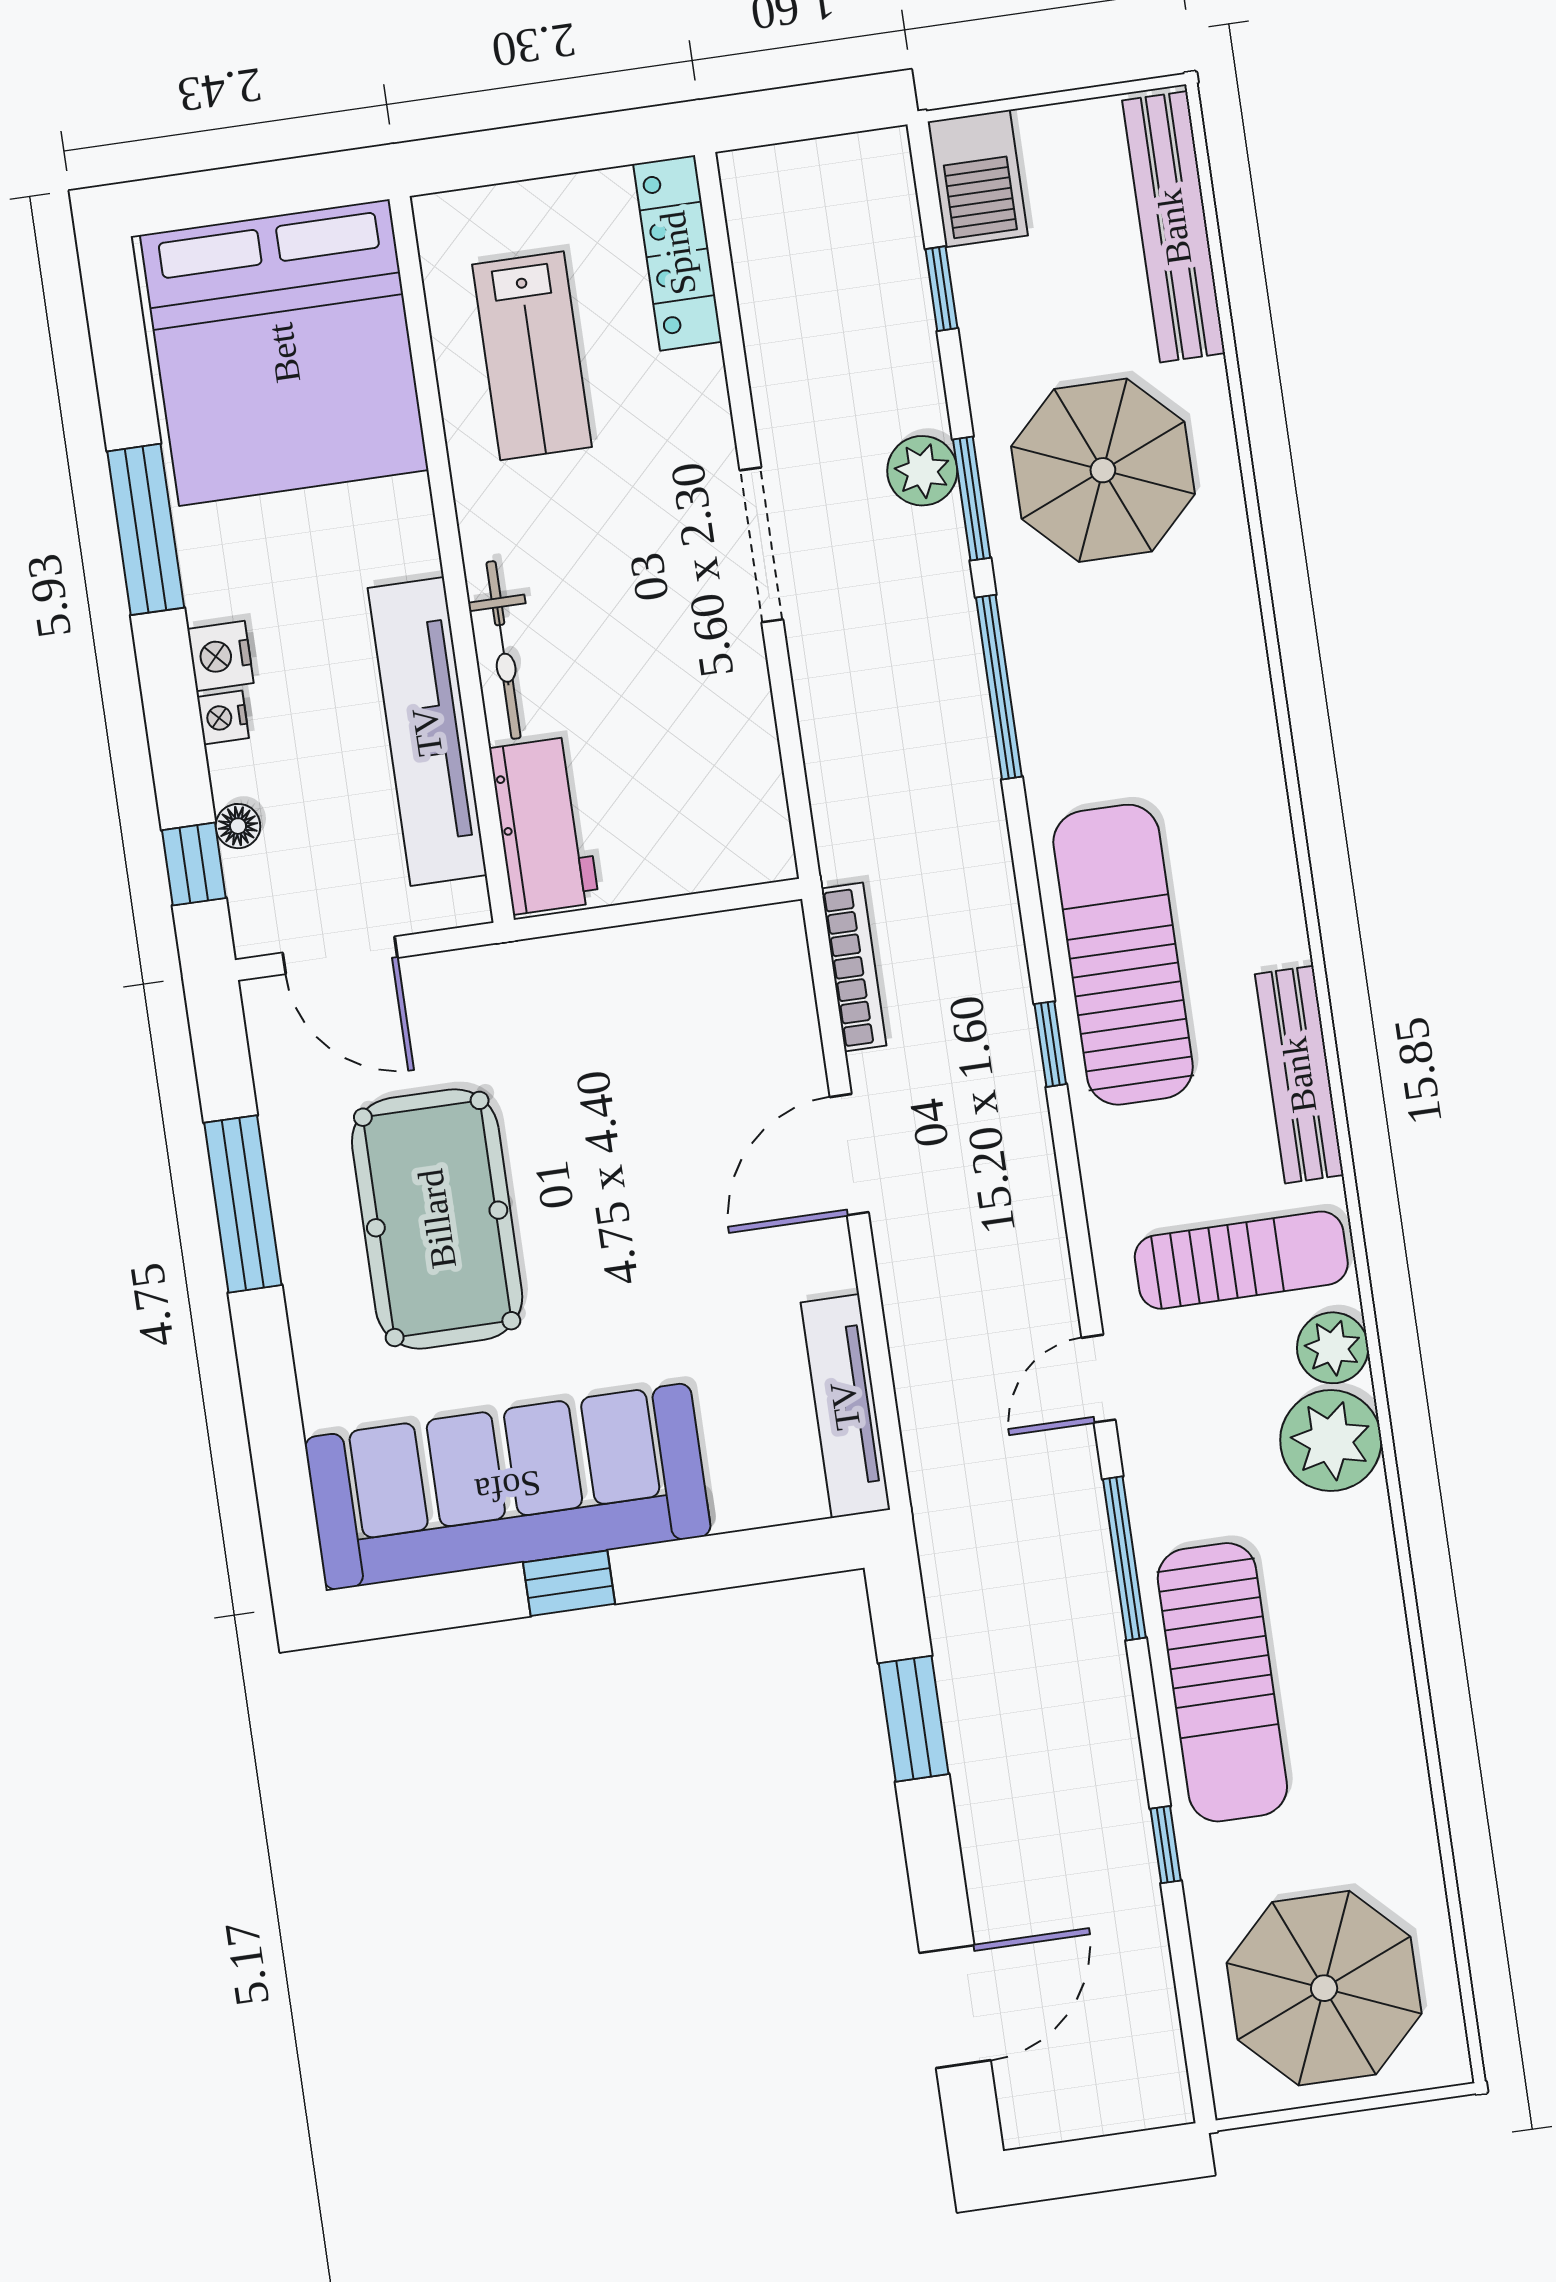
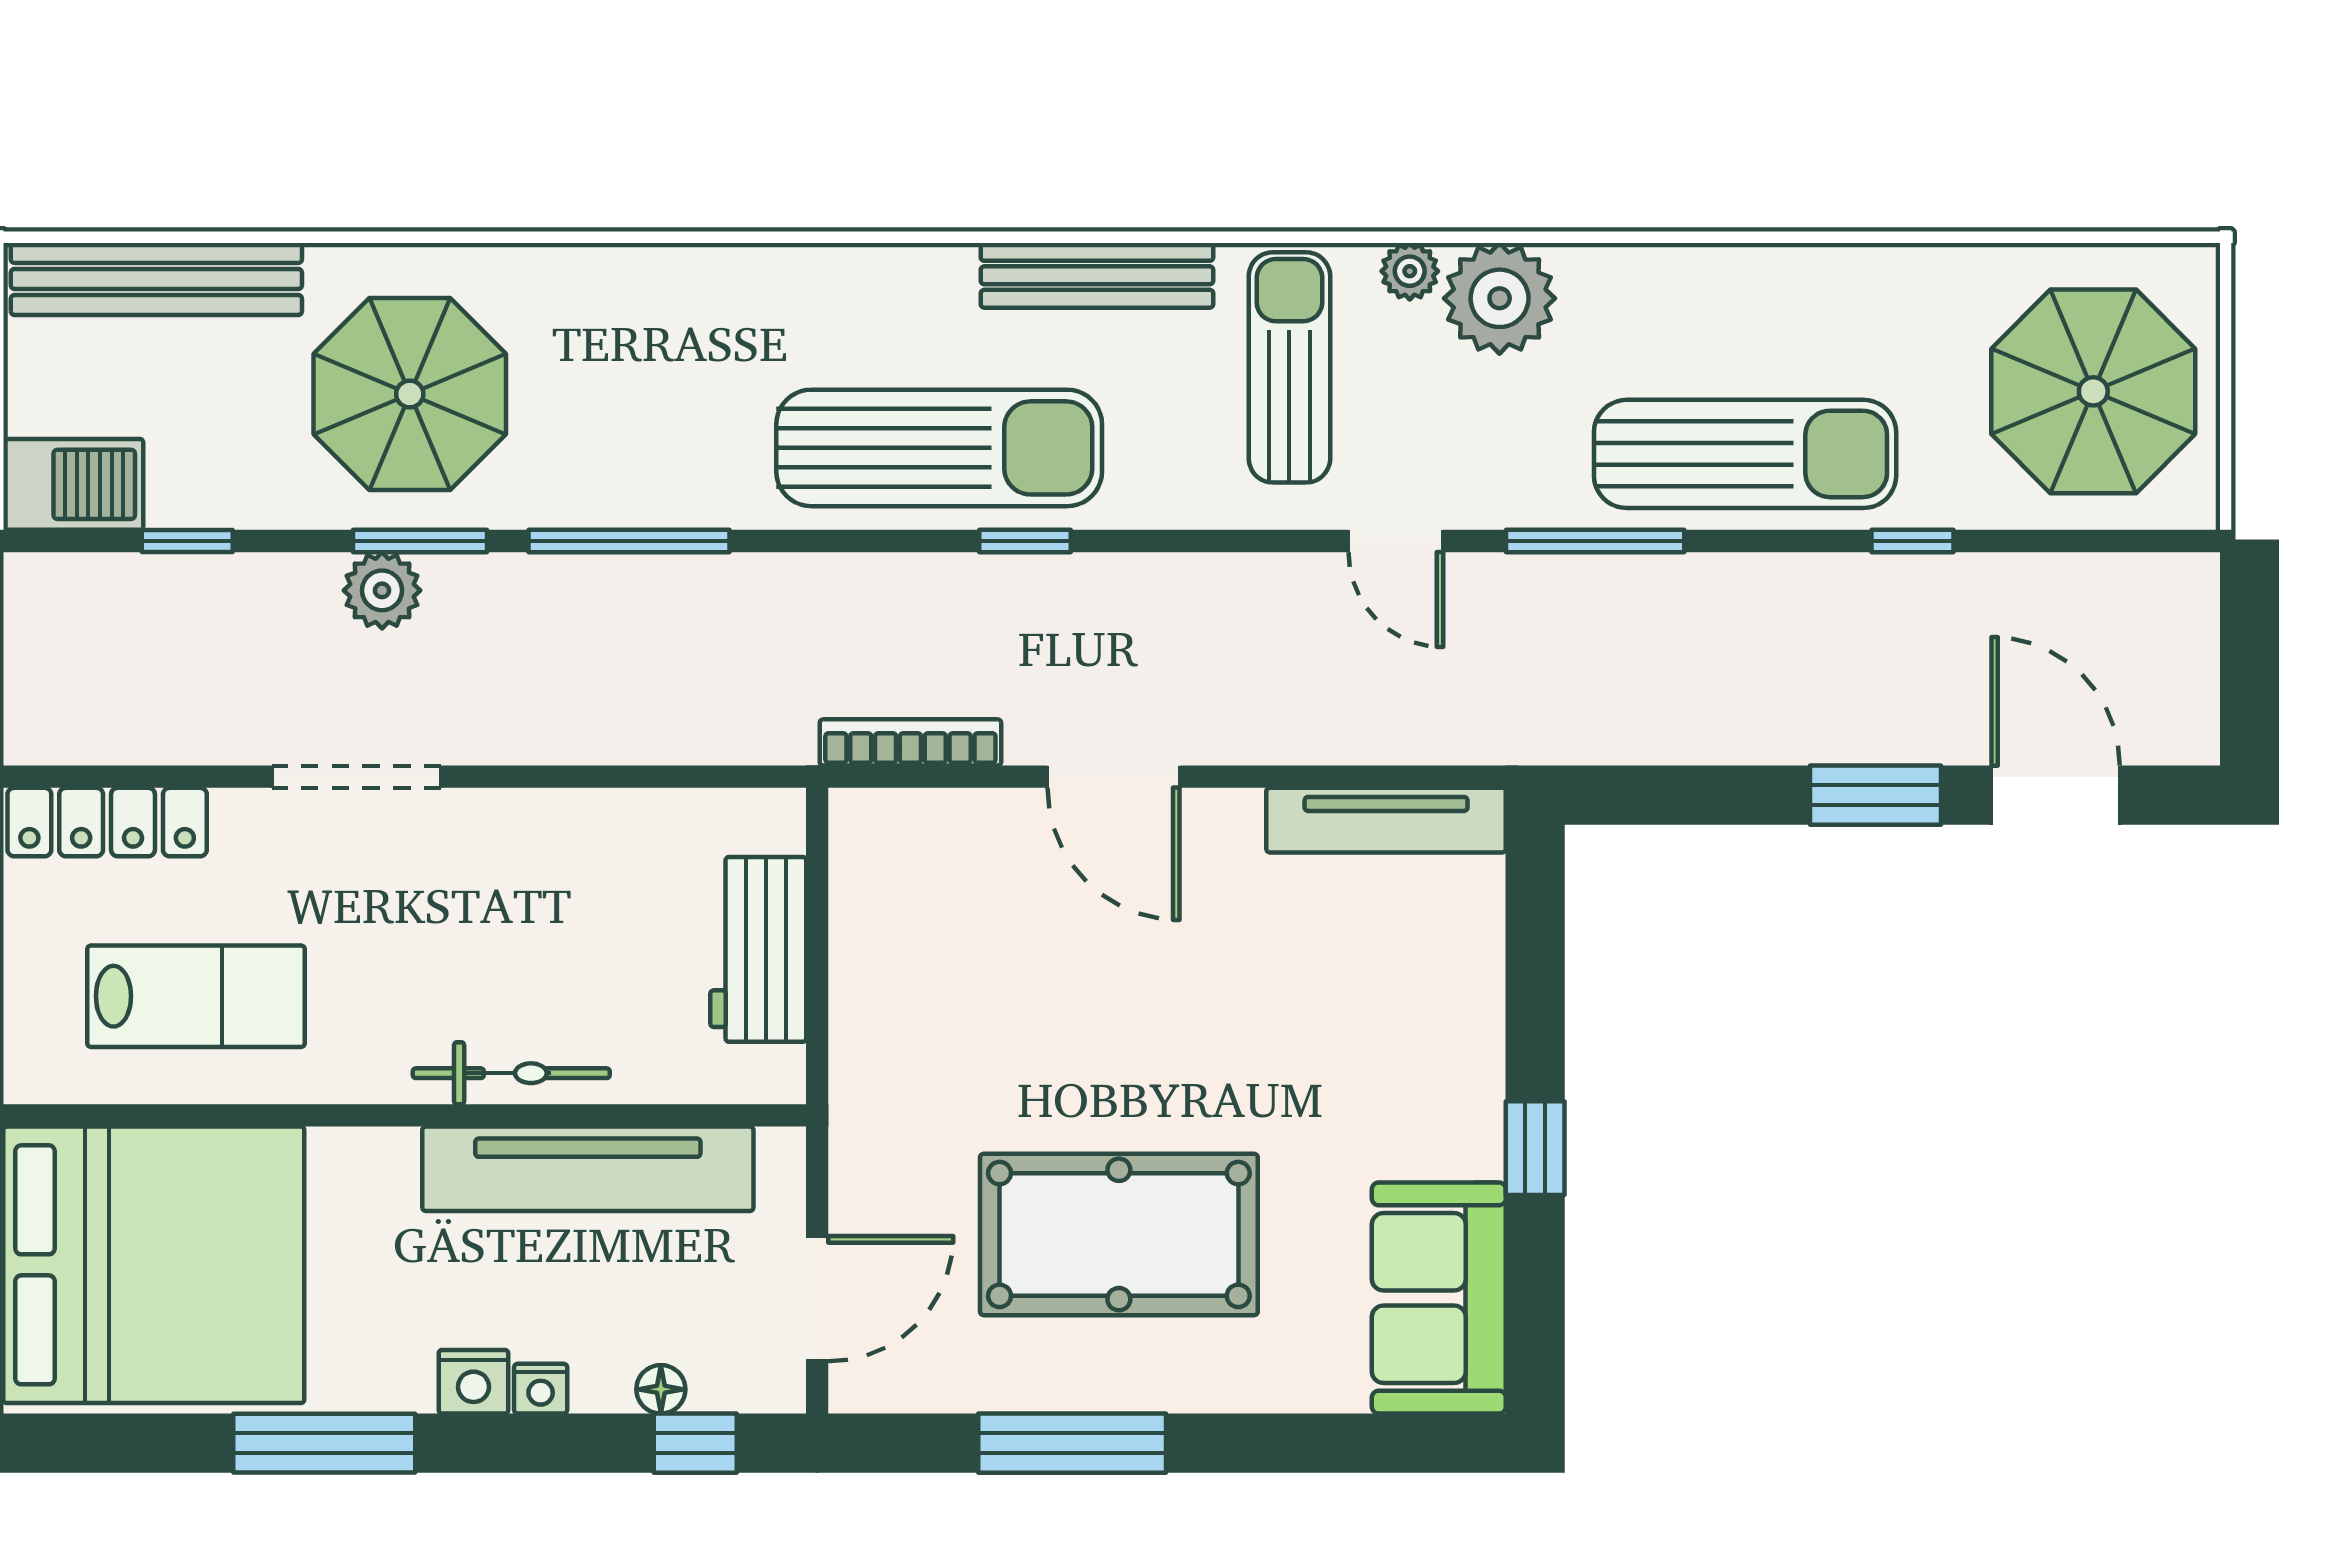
doorway: (761, 545) -> (356, 777), moved
workbench: (544, 825) -> (758, 949), moved, turned -90
sun lounger: (1123, 955) -> (939, 448), turned 180
plant: (1333, 1348) -> (1410, 271), width x0.73, depth x0.73
sofa: (508, 1487) -> (1439, 1298), width x0.54, depth x0.79
window: (914, 1719) -> (1875, 795), moved

